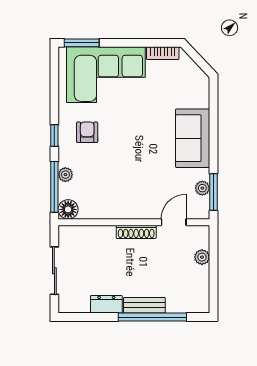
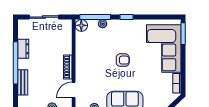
armchair: (87, 132) -> (123, 60), moved
door: (174, 222) -> (74, 90), swing flipped
bench: (144, 305) -> (23, 82), moved
window: (152, 317) -> (16, 63), moved

